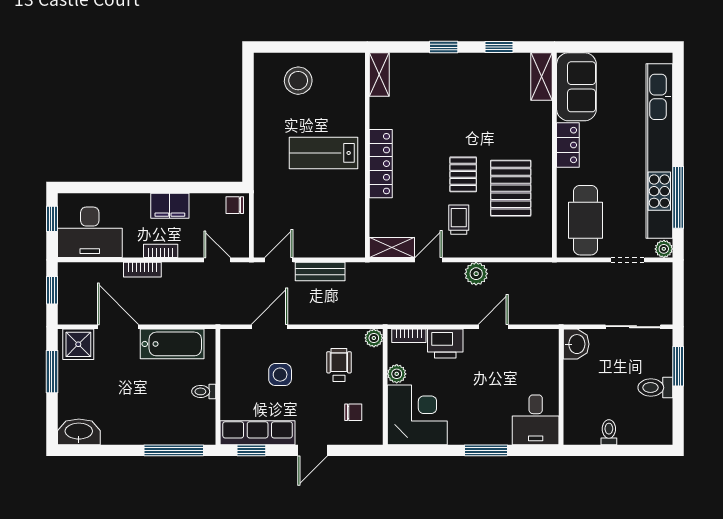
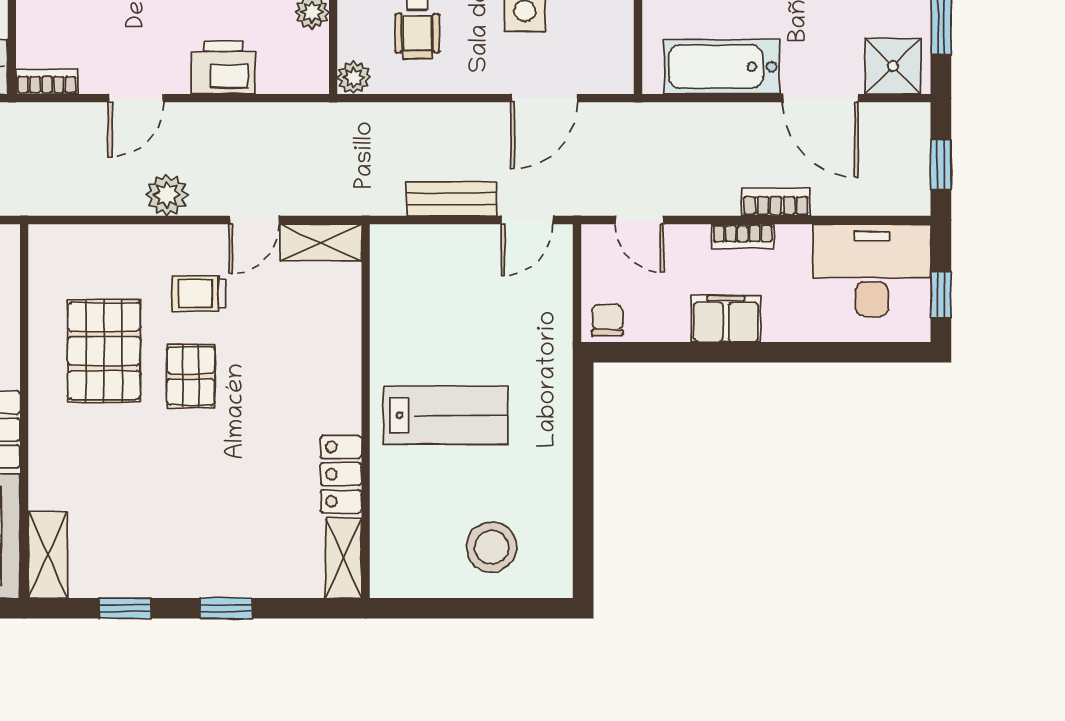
locker: (381, 164) -> (341, 474), moved, width x0.66
chair: (235, 205) -> (607, 320), turned -90
trolley: (459, 220) -> (199, 293), turned 90
bookcase: (409, 336) -> (47, 82), moved

